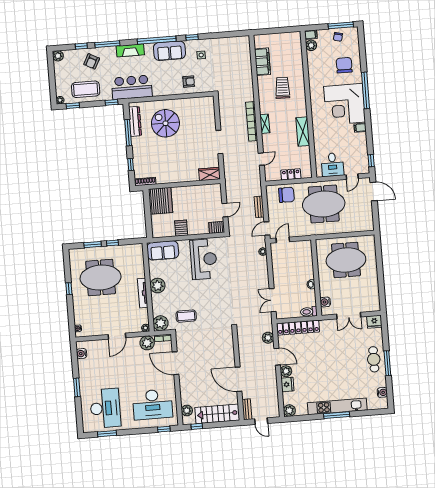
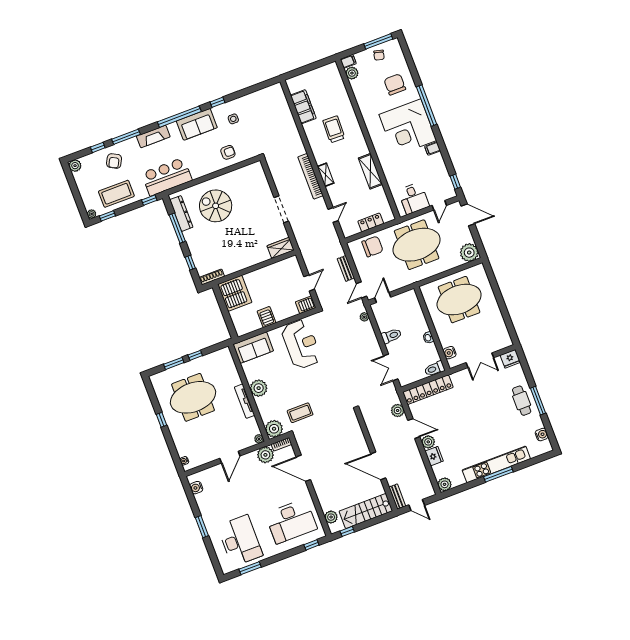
plant: (366, 223) -> (469, 253), added
toilet: (281, 274) -> (391, 336), added

